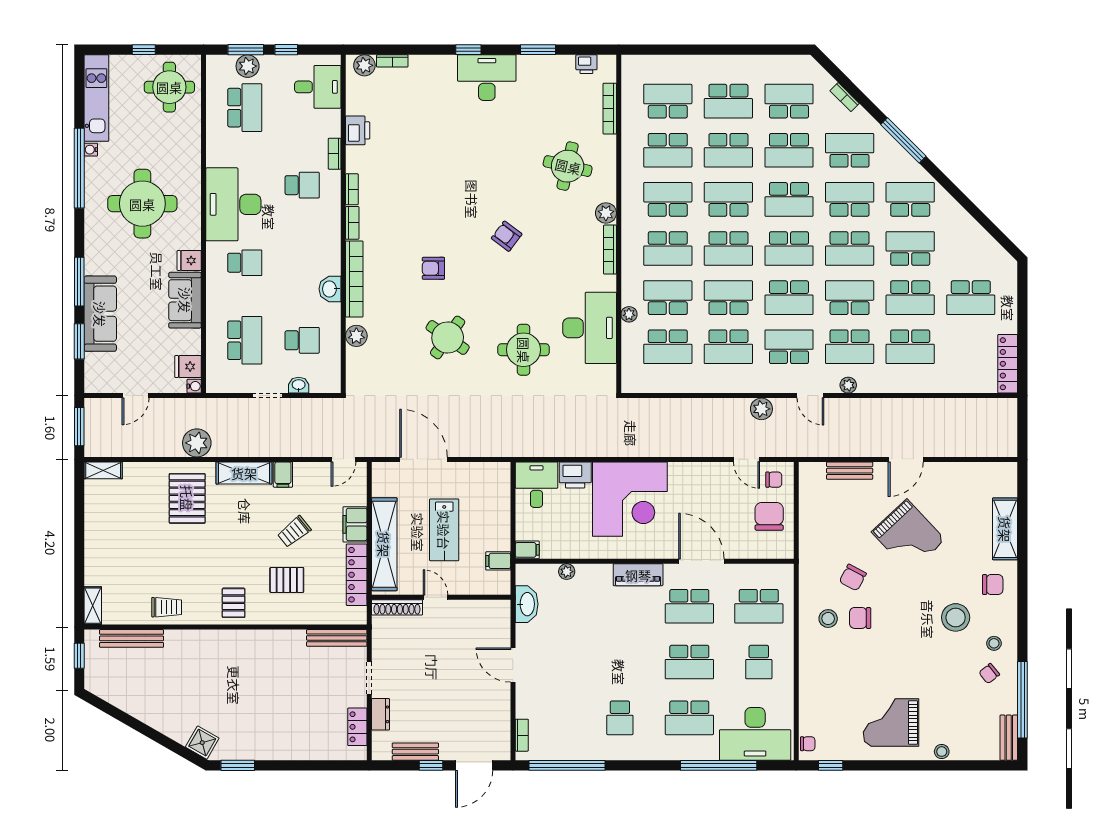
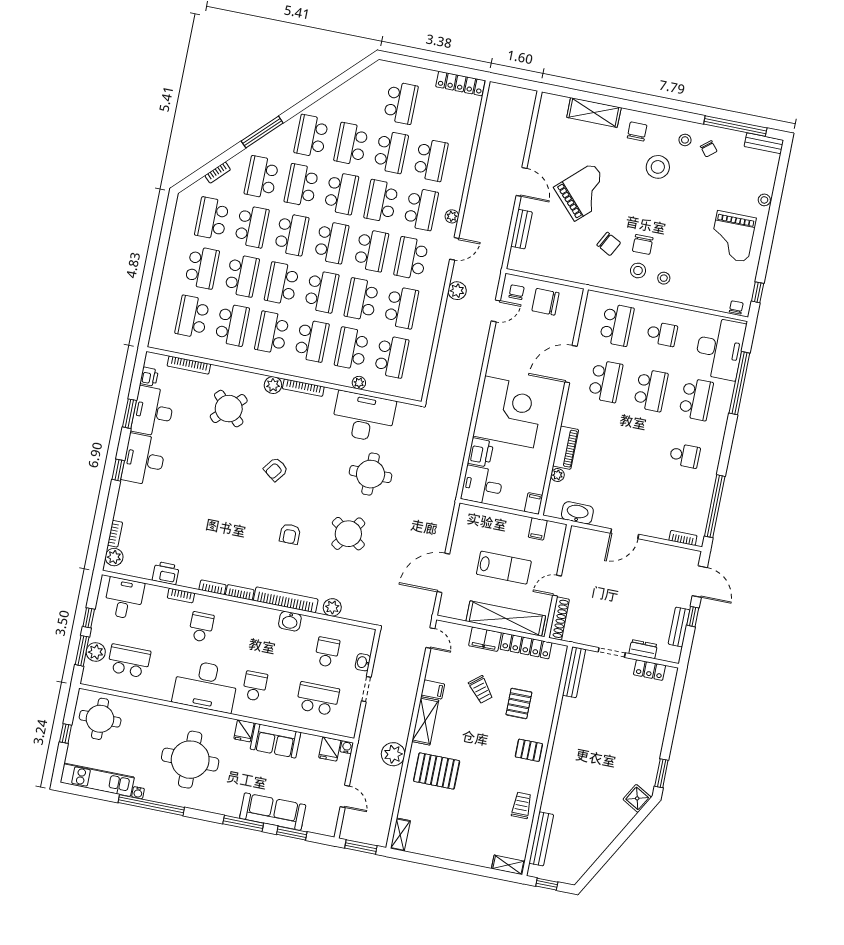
desk: (546, 77) -> (153, 412), added
round table: (568, 166) -> (229, 409), turned 32
piano: (638, 575) -> (566, 448), moved
stool: (825, 651) -> (664, 278), added

